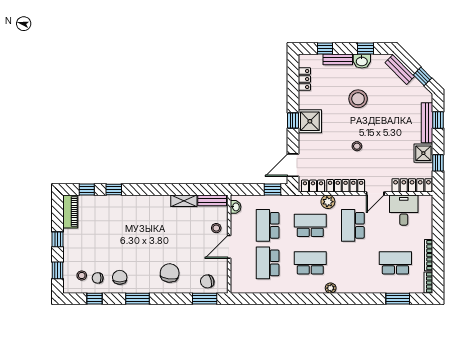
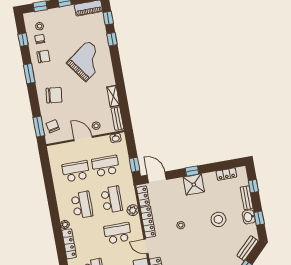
grand piano: (135, 225) -> (87, 61), added
locker: (355, 287) -> (69, 244), added

